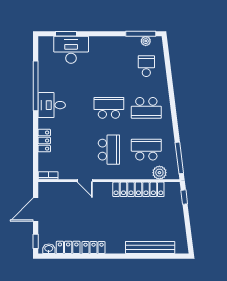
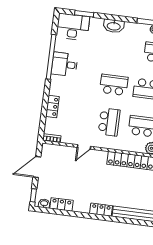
washbasin: (101, 43) -> (114, 26), added
desk: (71, 50) -> (73, 27), moved
desk: (52, 105) -> (65, 64), moved
door: (85, 181) -> (84, 147), hinge flipped
locker: (94, 248) -> (101, 210), moved

